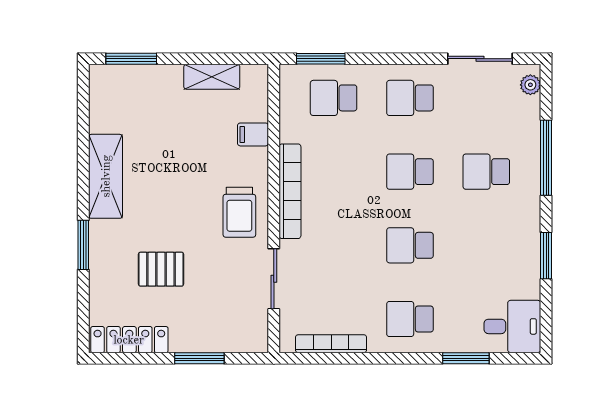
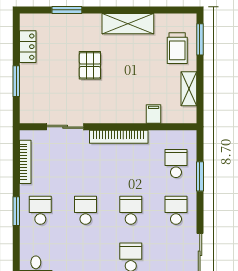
window: (321, 59) -> (200, 176), moved
trolley: (239, 212) -> (177, 48), moved, turned -90
window: (83, 245) -> (67, 10), moved
pallet: (161, 269) -> (90, 65), moved
locker: (129, 340) -> (28, 47), width x0.66
window: (466, 358) -> (16, 211), moved

